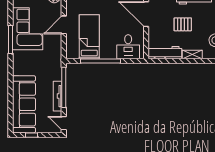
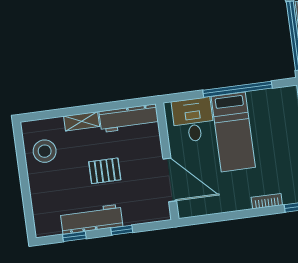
bed: (89, 37) -> (233, 132), moved

